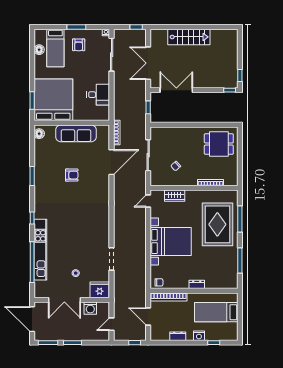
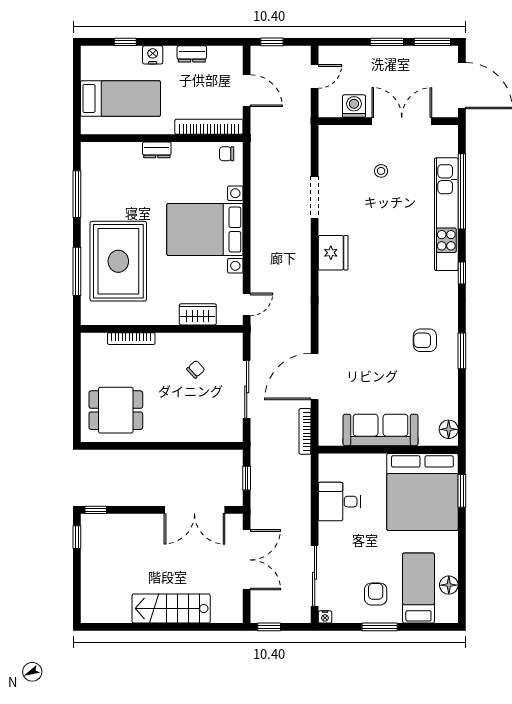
armchair: (72, 175) -> (425, 340), moved
fridge: (100, 290) -> (333, 253), moved, turned -90

